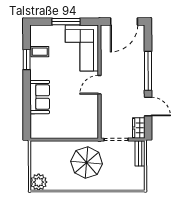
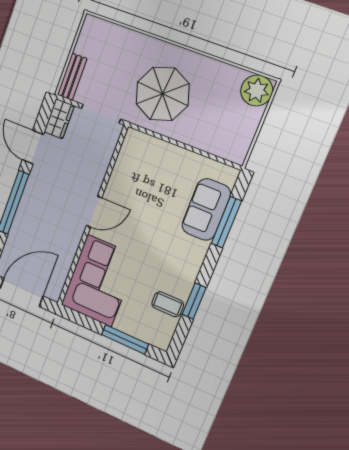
window: (66, 22) -> (125, 339), moved
sofa: (40, 97) -> (206, 210), moved
window: (27, 109) -> (226, 222), added

